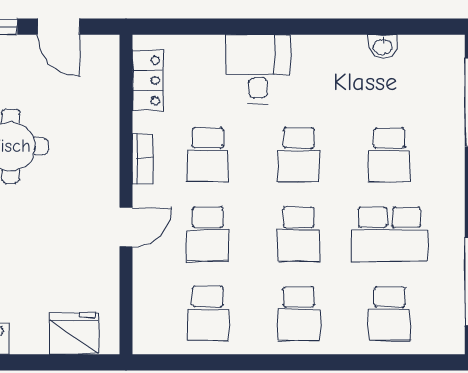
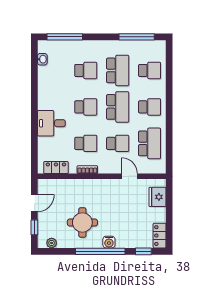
washbasin: (383, 46) -> (42, 59), moved
door: (126, 227) -> (129, 176), moved
school desk: (299, 234) -> (118, 107), width x1.85
school desk: (208, 314) -> (150, 143), width x1.85

